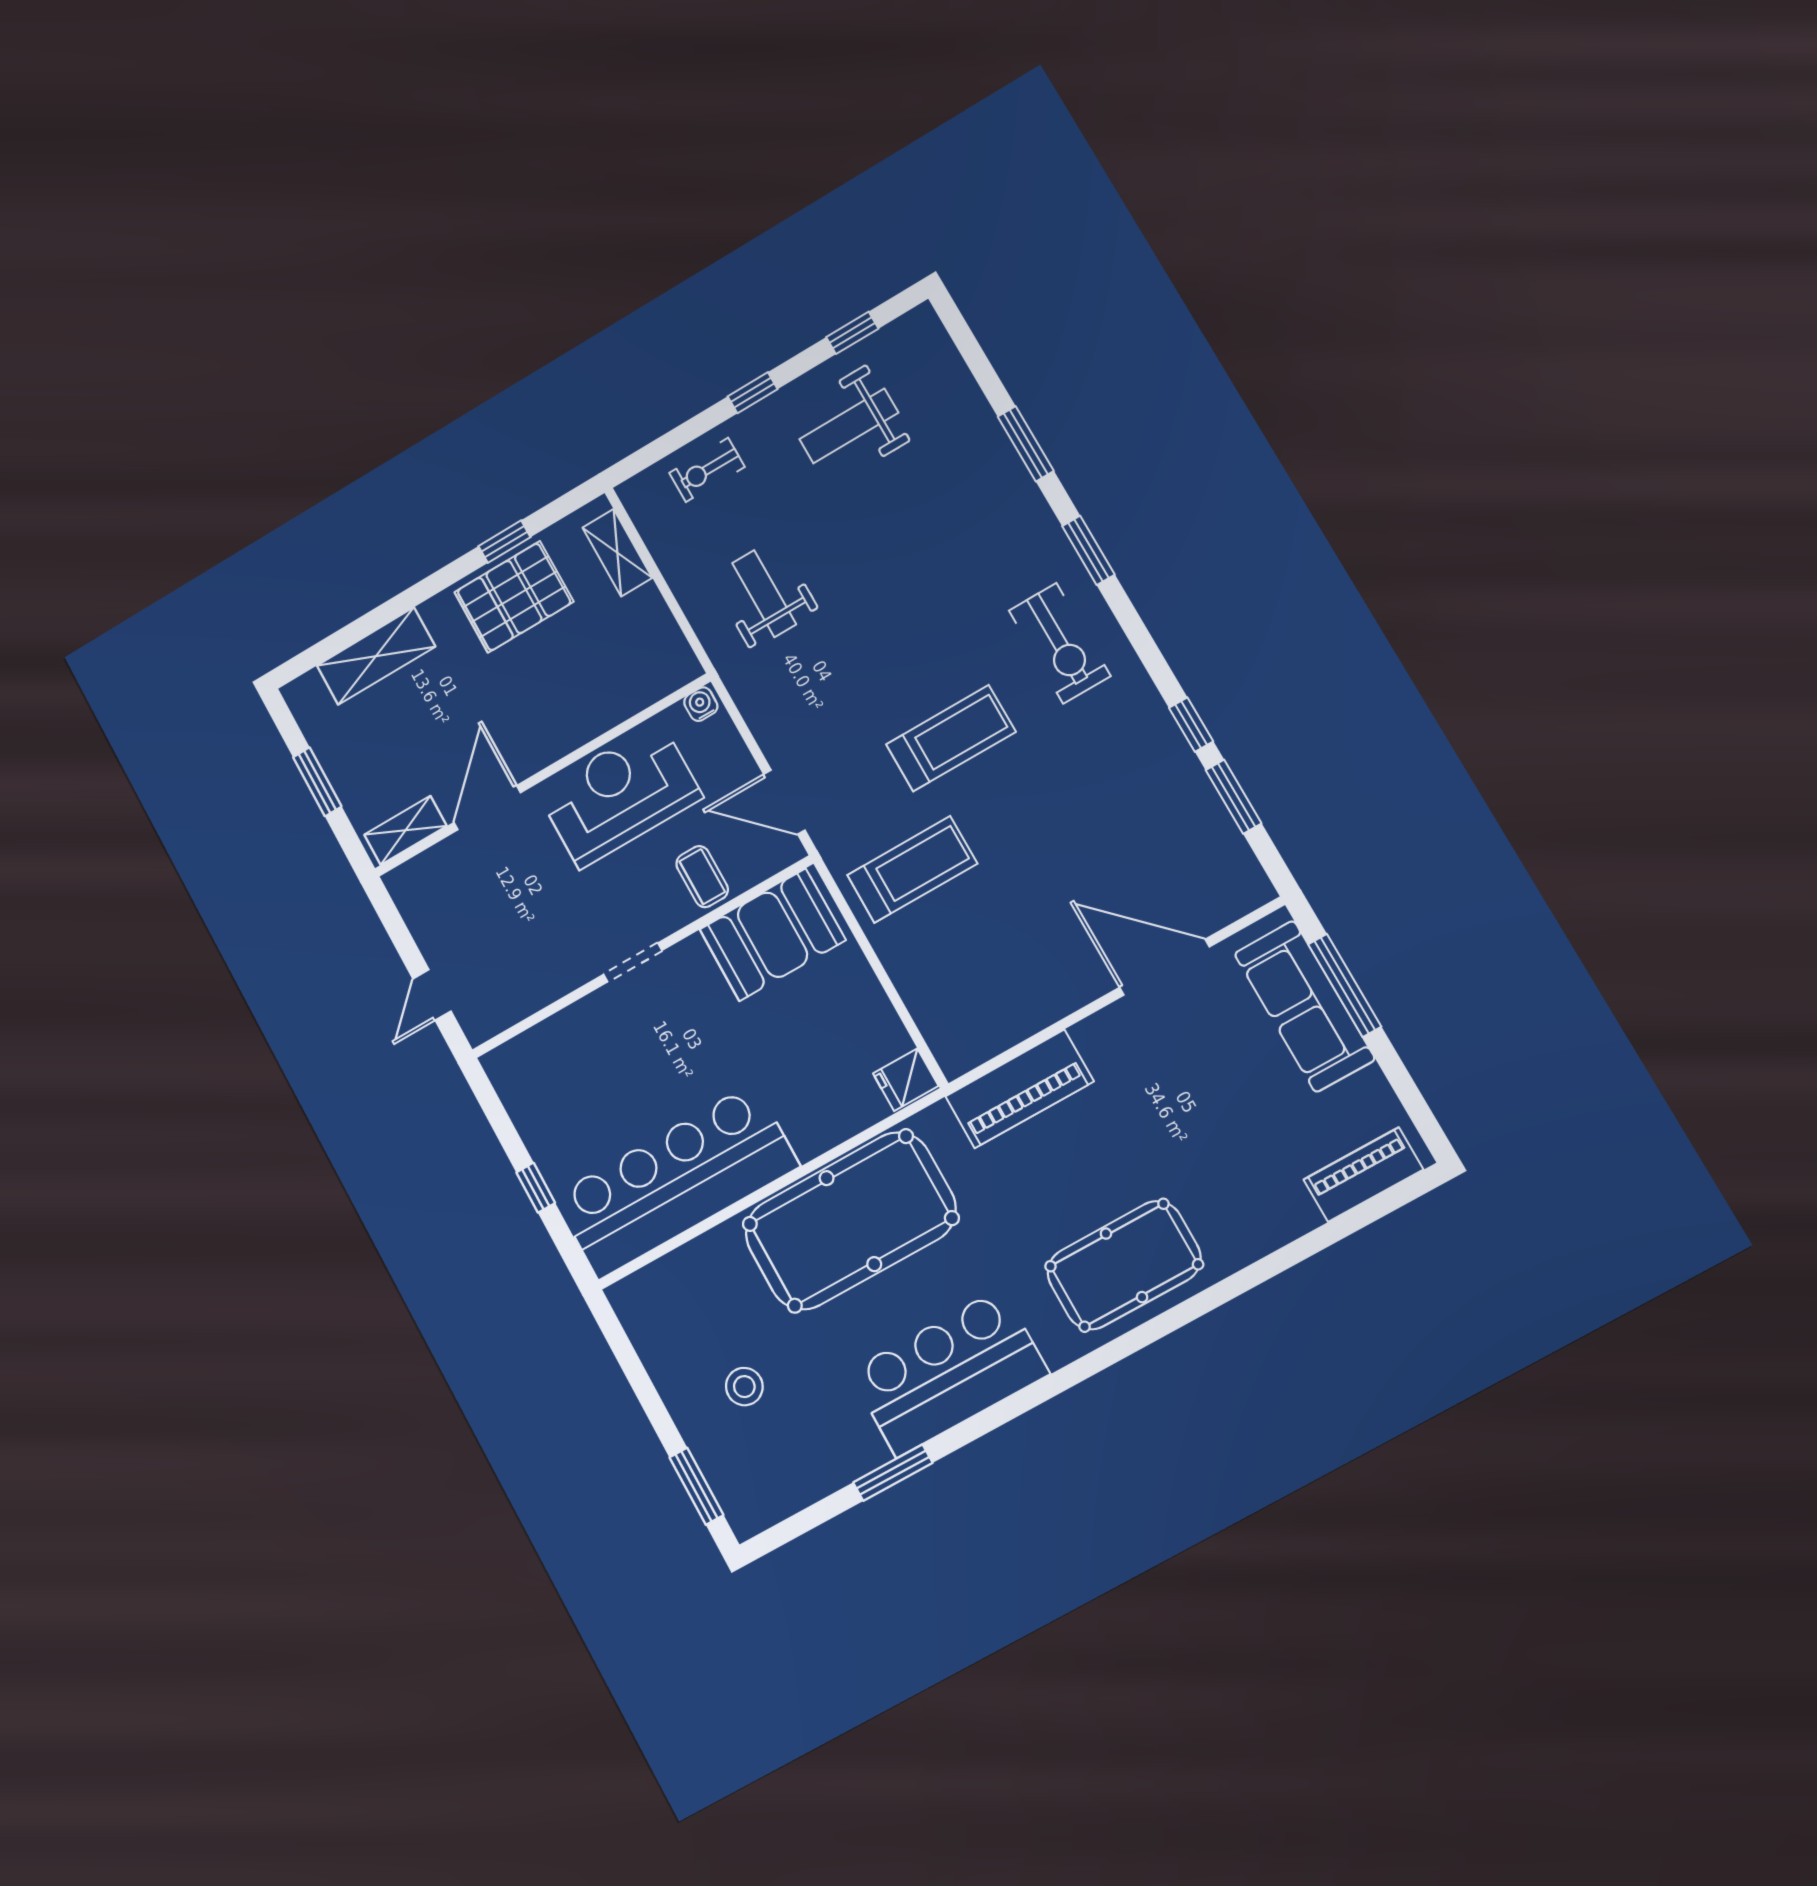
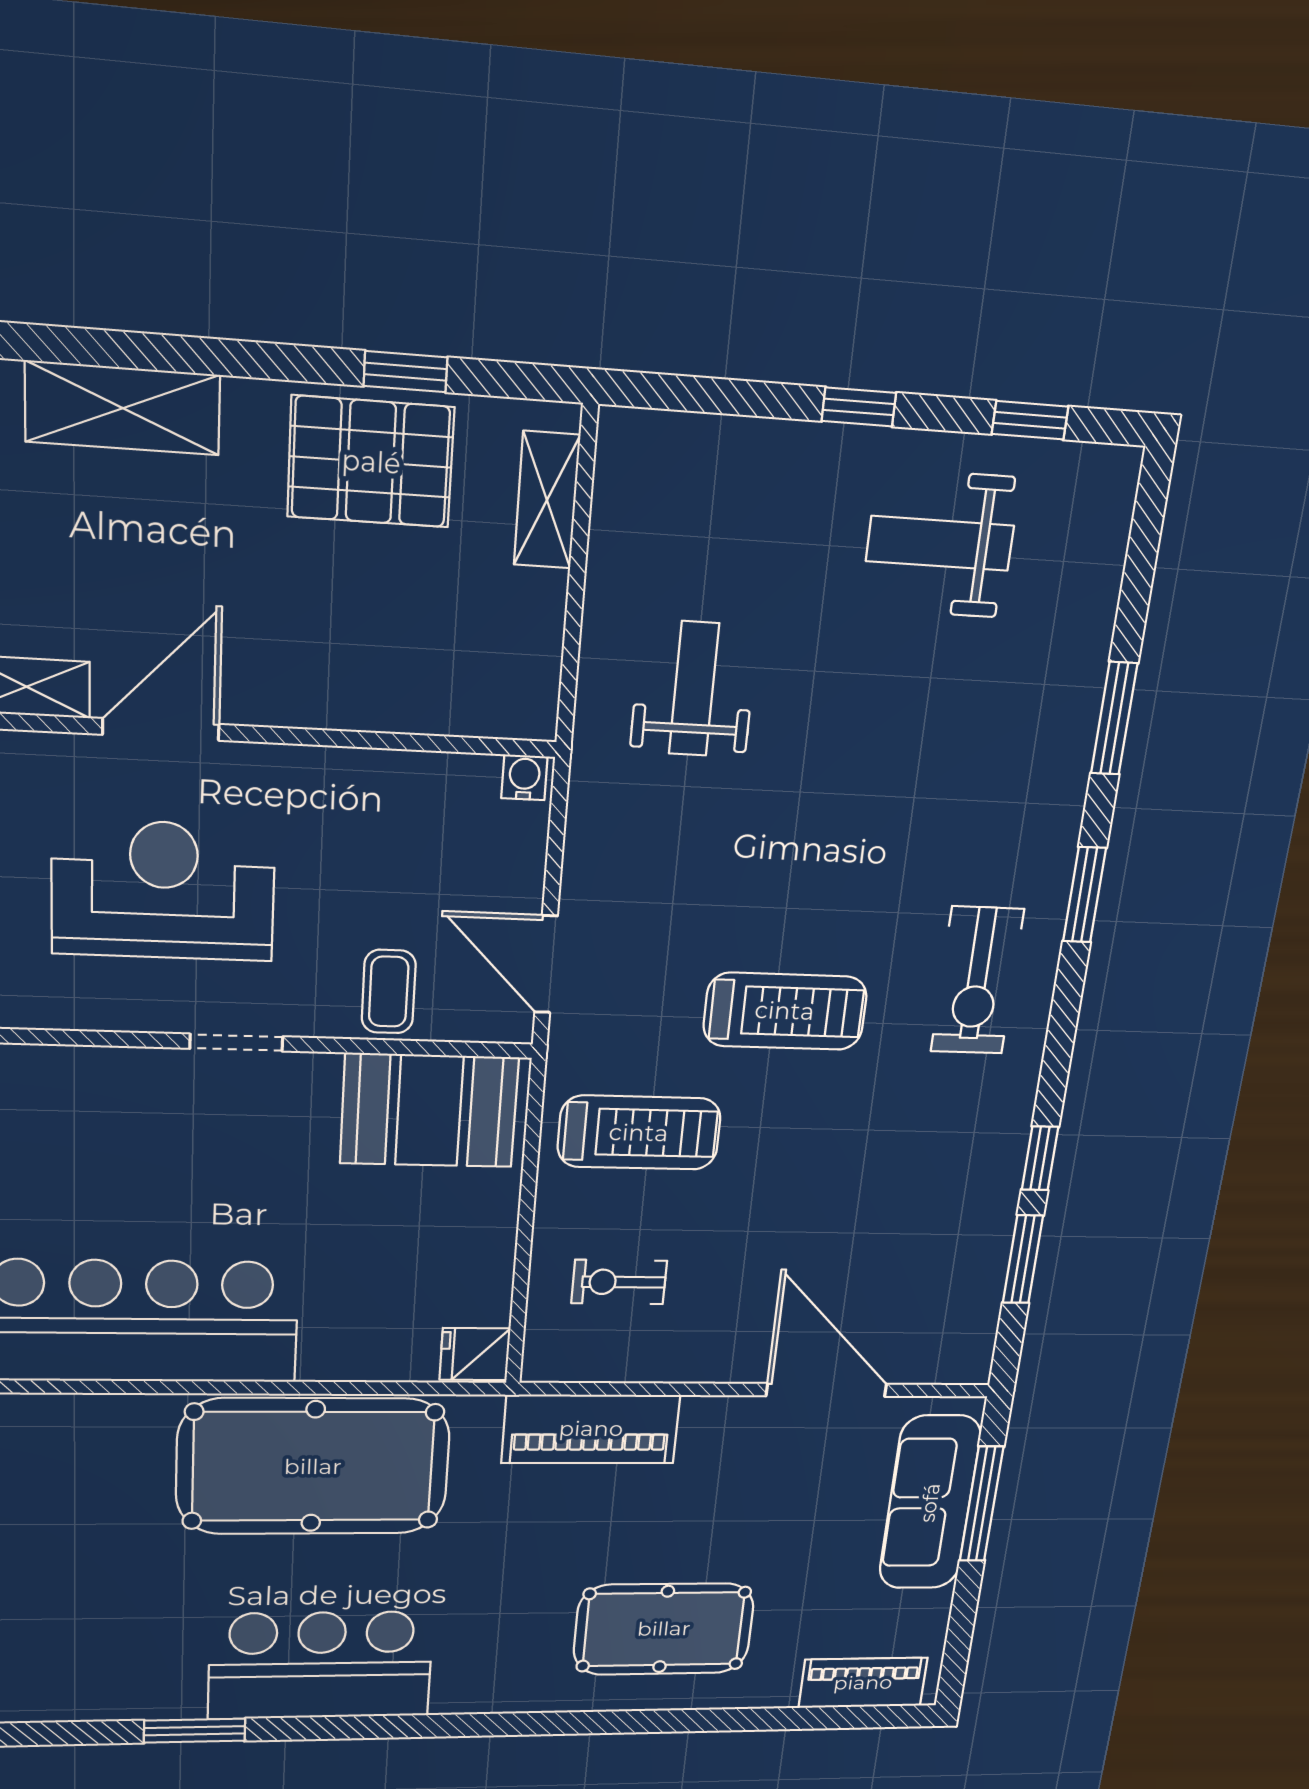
exercise bike: (707, 470) -> (619, 1282), moved
reception desk: (620, 795) -> (163, 890), moved
pool table: (1124, 1265) -> (664, 1629), moved
stool: (744, 1387) -> (79, 1574), removed

